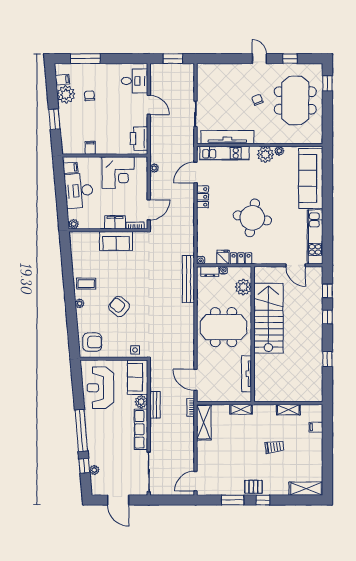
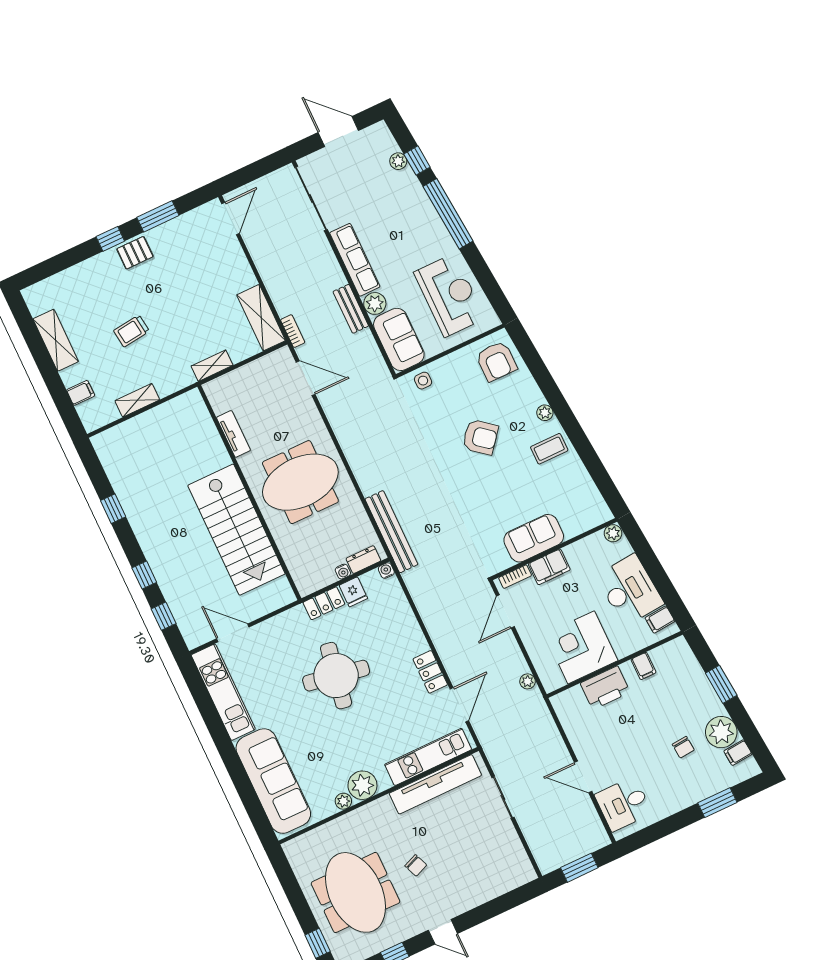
window: (85, 59) -> (717, 803), width x0.69
printer: (139, 139) -> (605, 688), moved, turned 90
plant: (243, 287) -> (299, 560), removed
armchair: (92, 342) -> (496, 361), turned -90
tv unit: (247, 374) -> (233, 434), width x0.71
shelving: (306, 489) -> (56, 340), moved, turned 90

